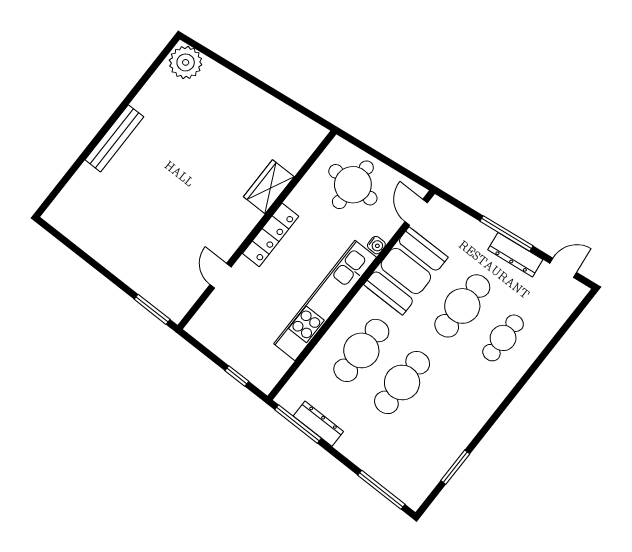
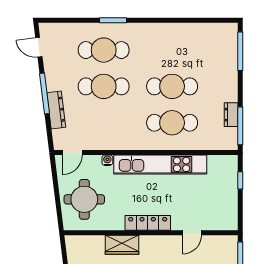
dresser: (515, 255) -> (56, 110), moved
booth: (406, 271) -> (109, 133), removed
cafe table: (503, 338) -> (104, 50), width x1.37, depth x1.35
dresser: (318, 424) -> (231, 115), width x0.70
window: (455, 467) -> (113, 20), moved

